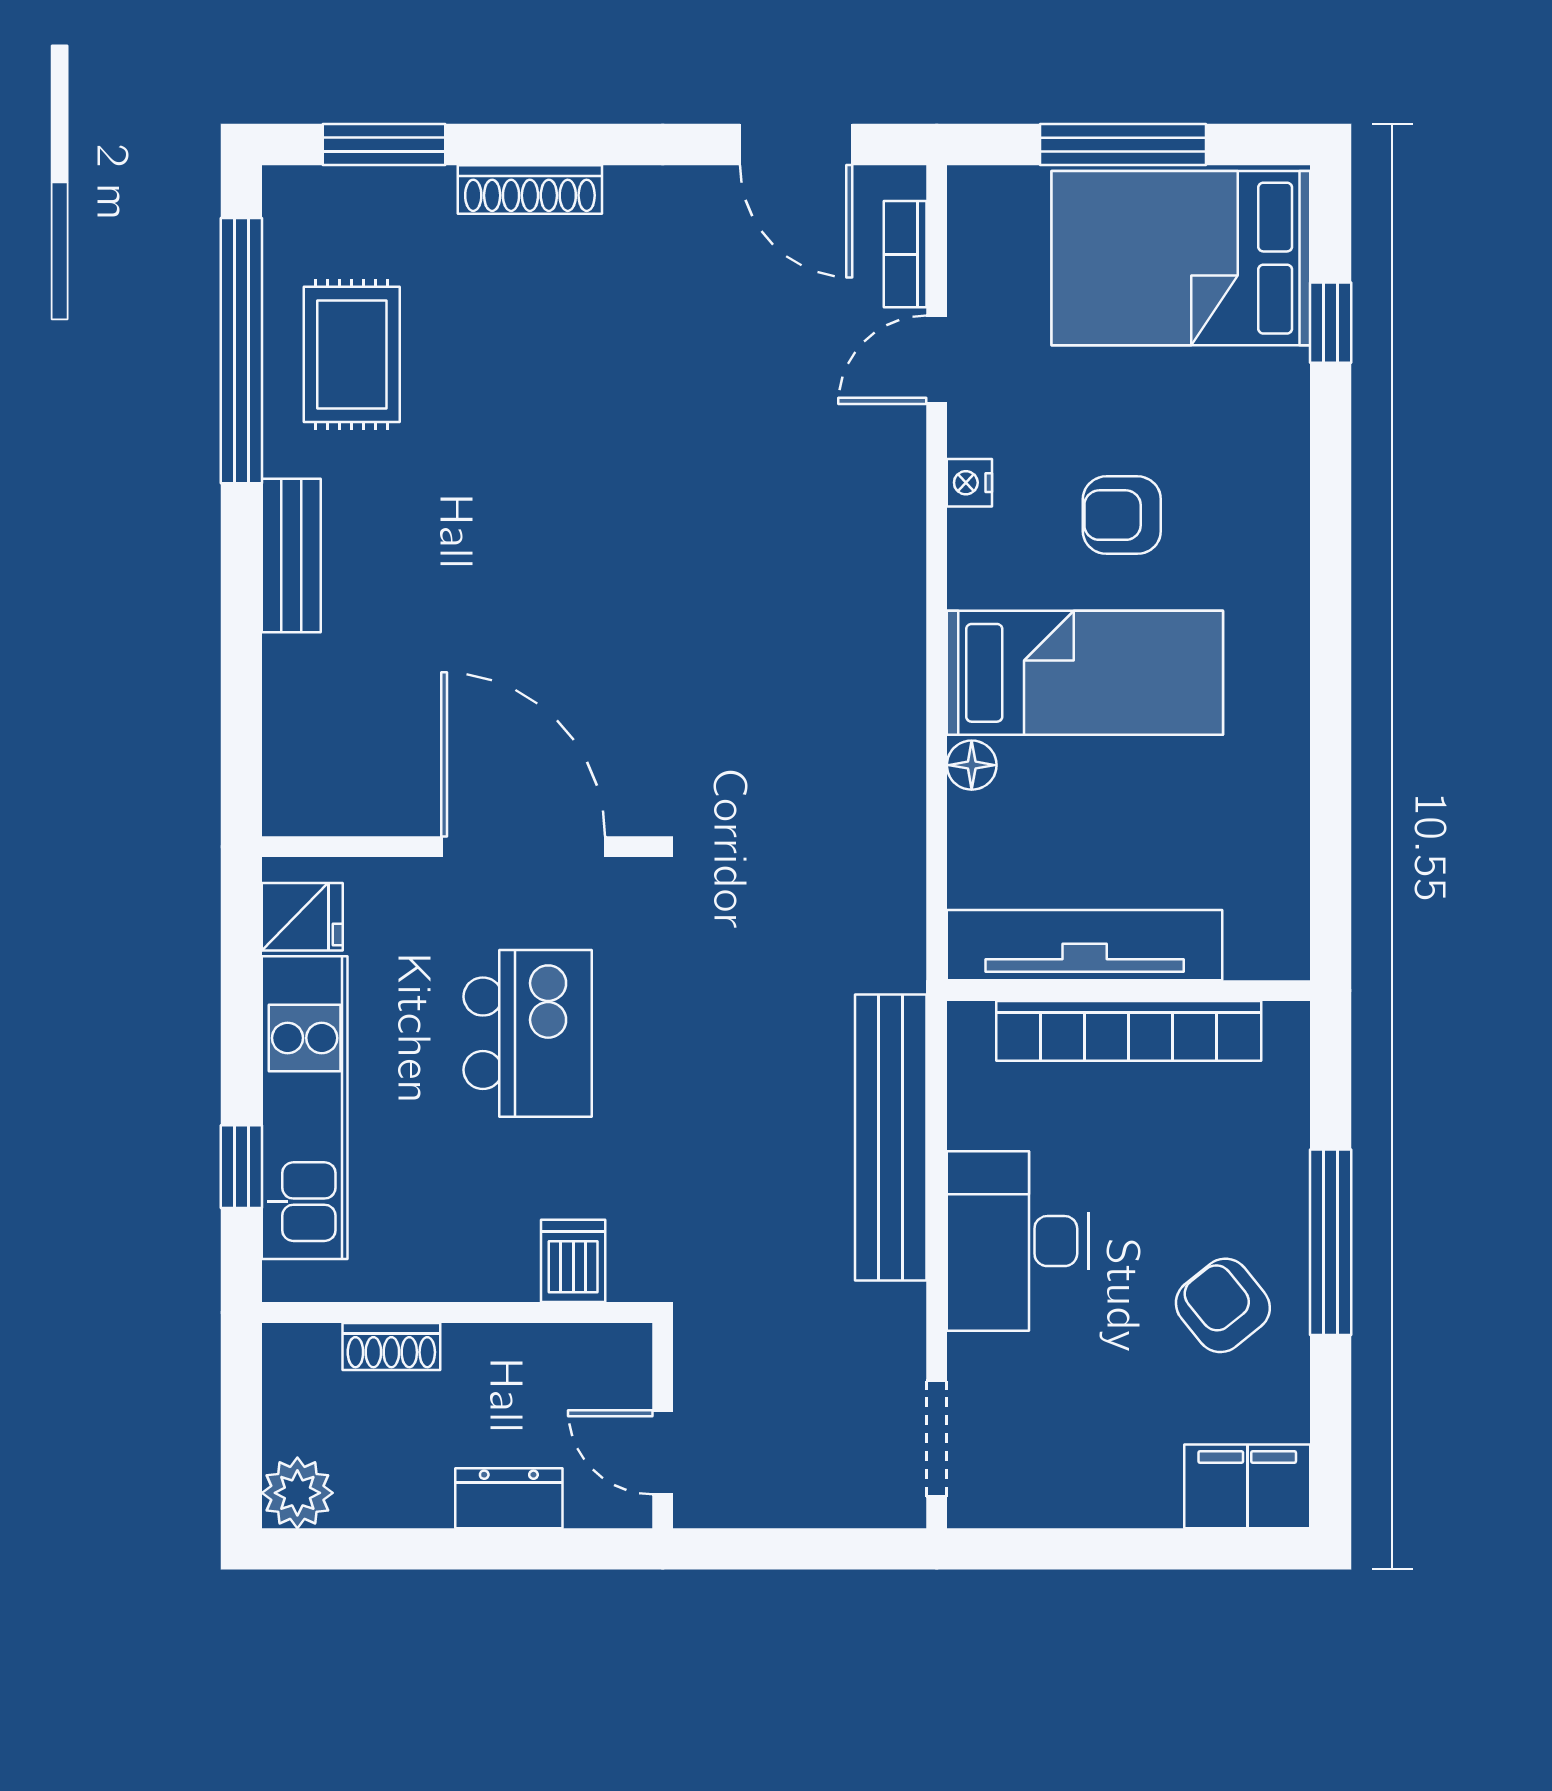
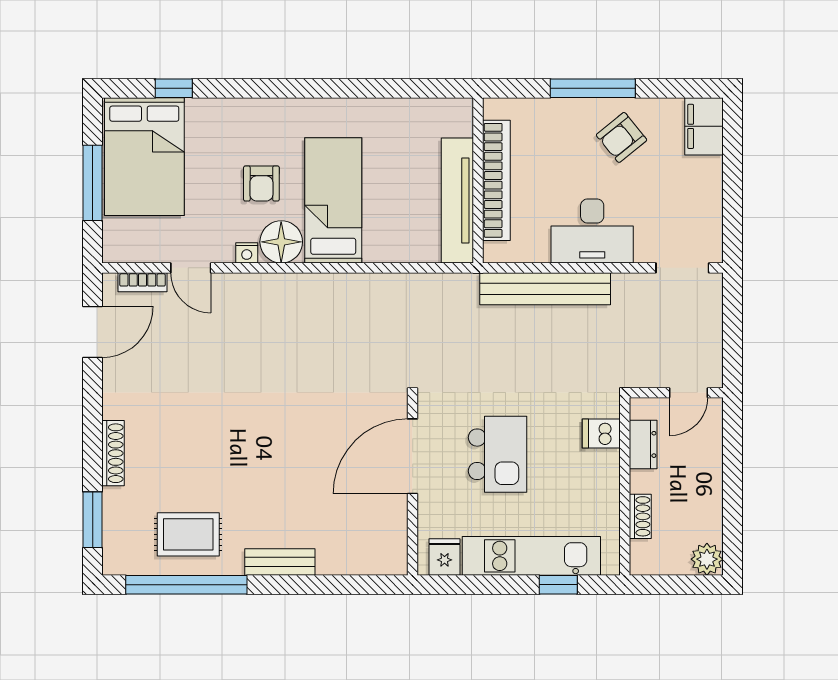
floor lamp: (972, 765) -> (281, 242), moved, width x1.89, depth x1.89
kitchen island: (528, 1033) -> (498, 454), turned 90
dresser: (509, 1498) -> (643, 444), moved, turned 180

